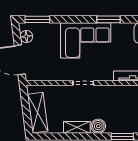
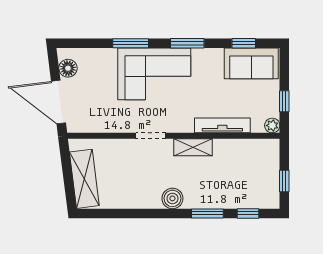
window: (37, 19) -> (131, 43), moved
shelving: (77, 127) -> (193, 147), moved

